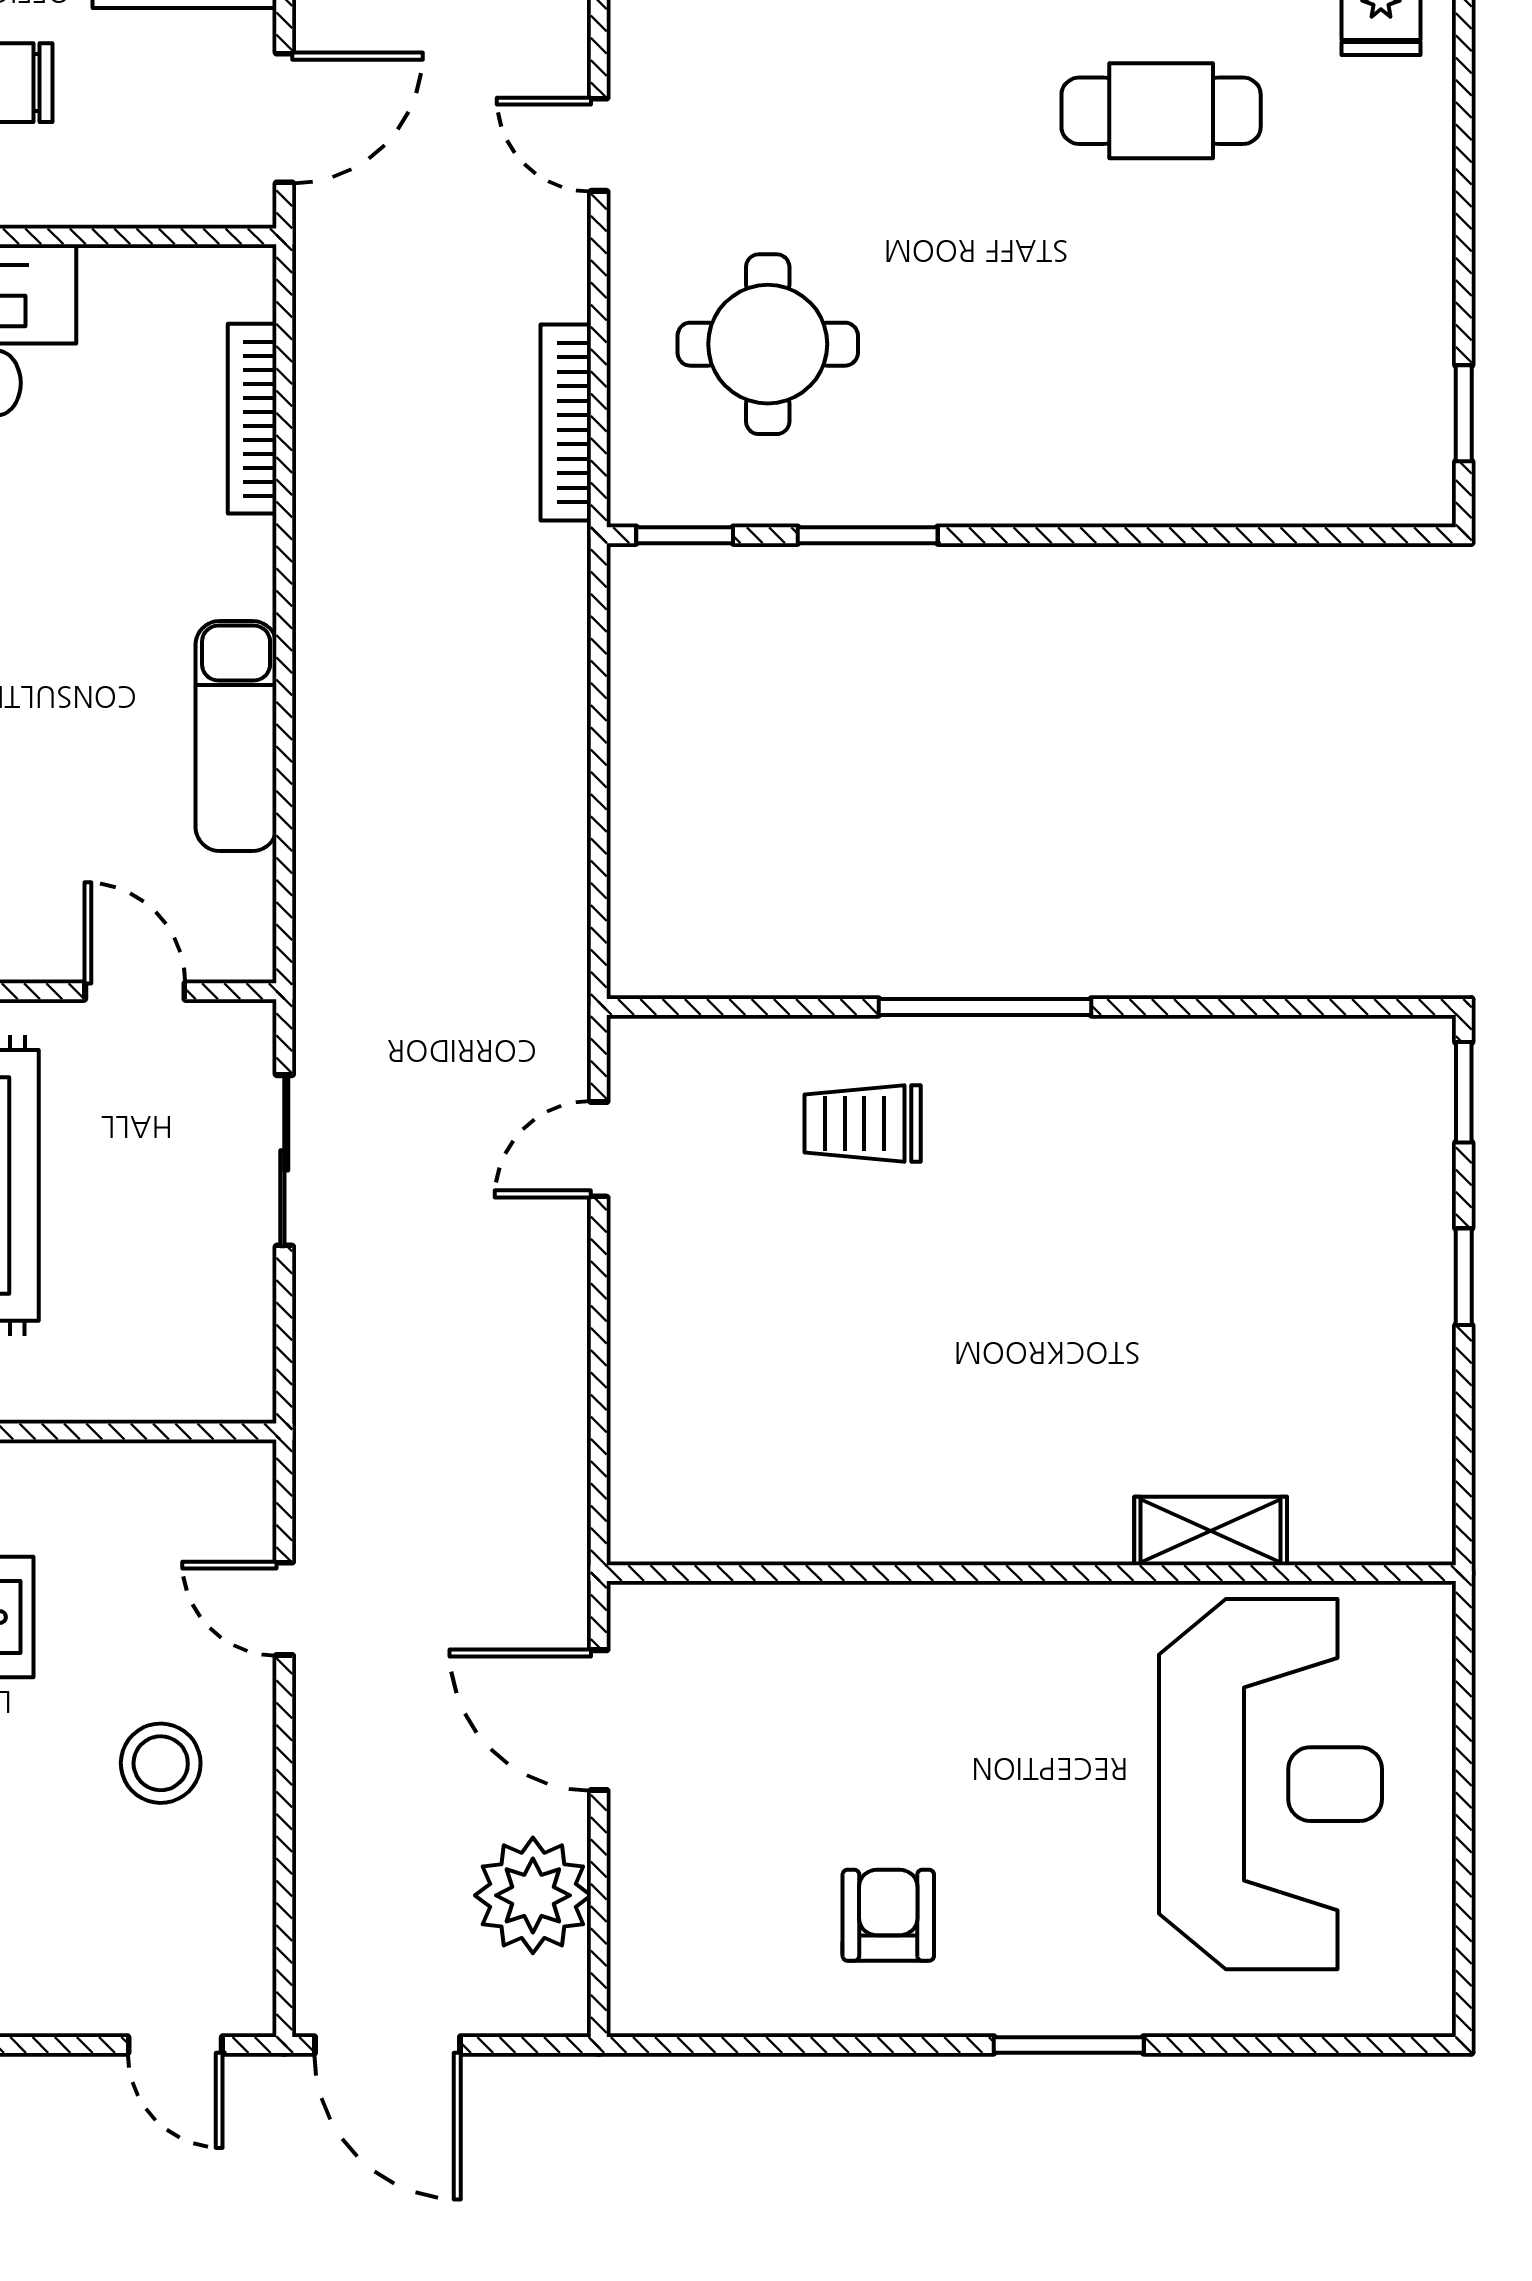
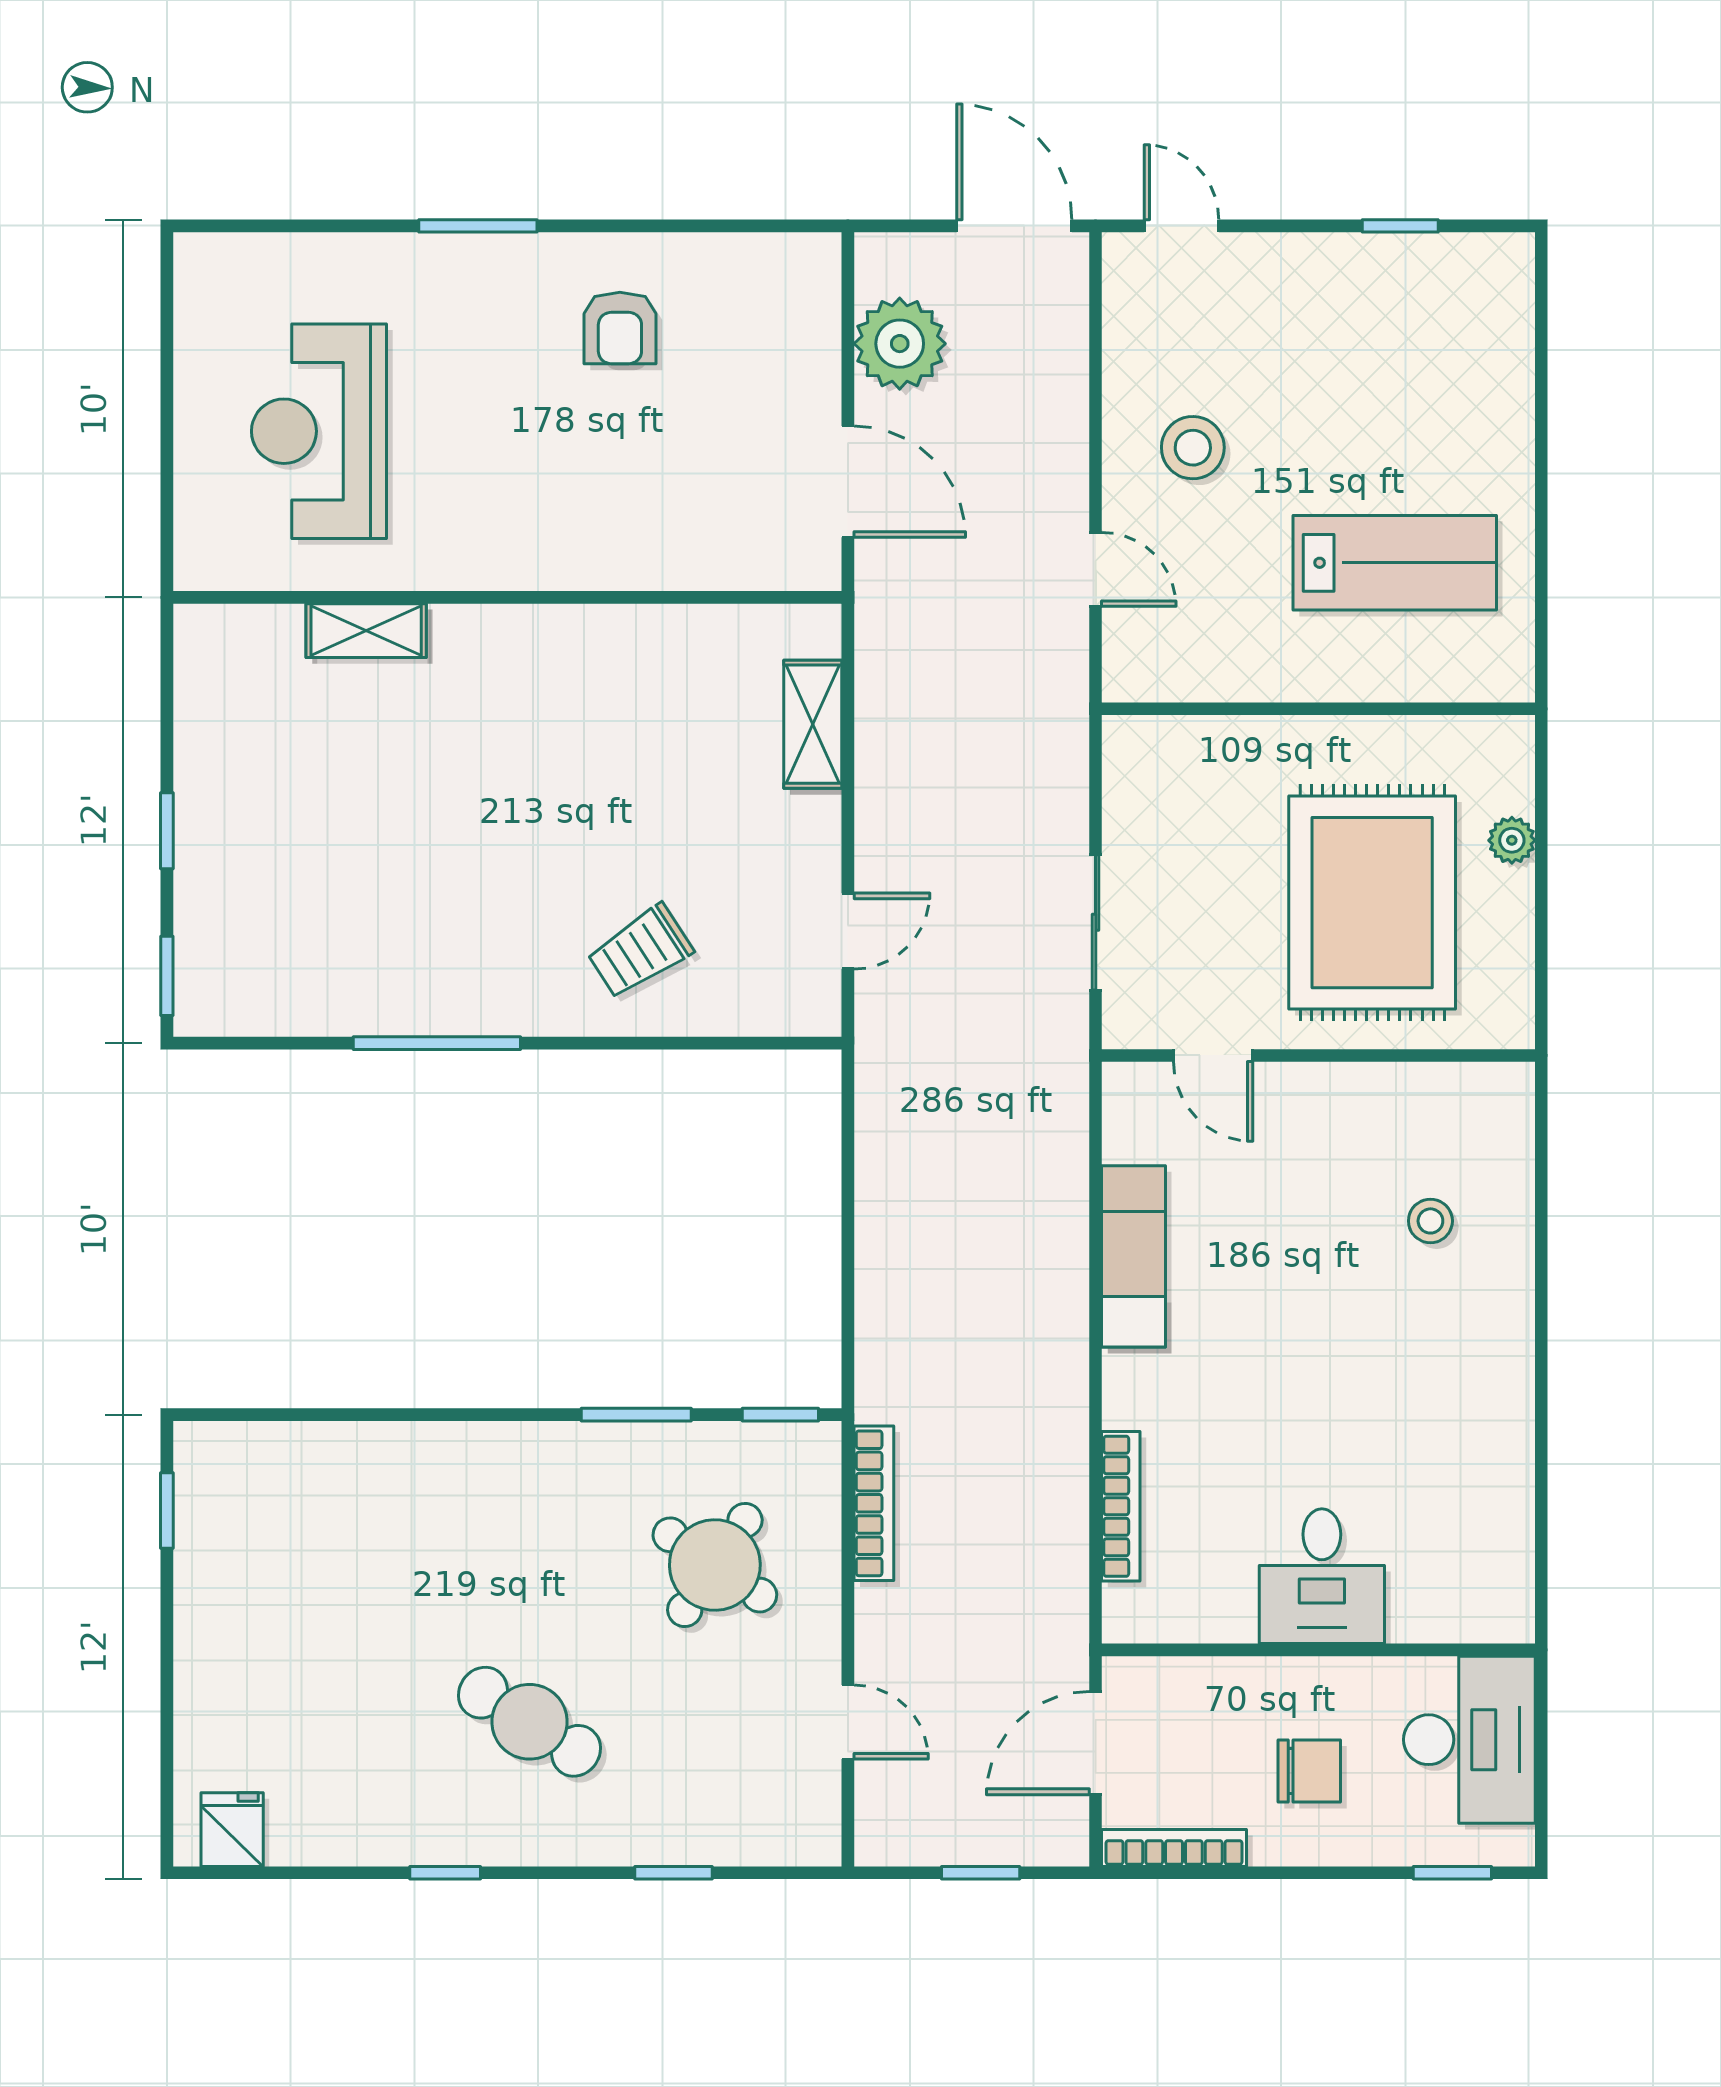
cafe table: (1161, 111) -> (529, 1722), moved, turned 32
round table: (768, 344) -> (715, 1565), turned 34
window: (985, 1007) -> (437, 1043), moved
trolley: (863, 1123) -> (640, 951), turned 147
shelving: (643, 1412) -> (813, 724), added
reception desk: (1271, 1784) -> (319, 431), width x0.74, depth x0.77

